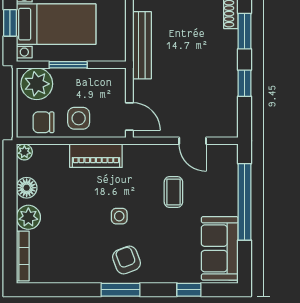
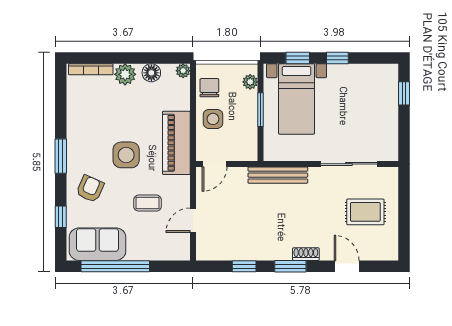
plant: (37, 84) -> (250, 82), width x0.53, depth x0.53
piano: (96, 156) -> (176, 143), width x1.37, depth x1.33
window: (244, 202) -> (115, 266), moved
side table: (119, 216) -> (126, 155), width x1.87, depth x1.87
armchair: (127, 260) -> (90, 189), moved, turned -45

